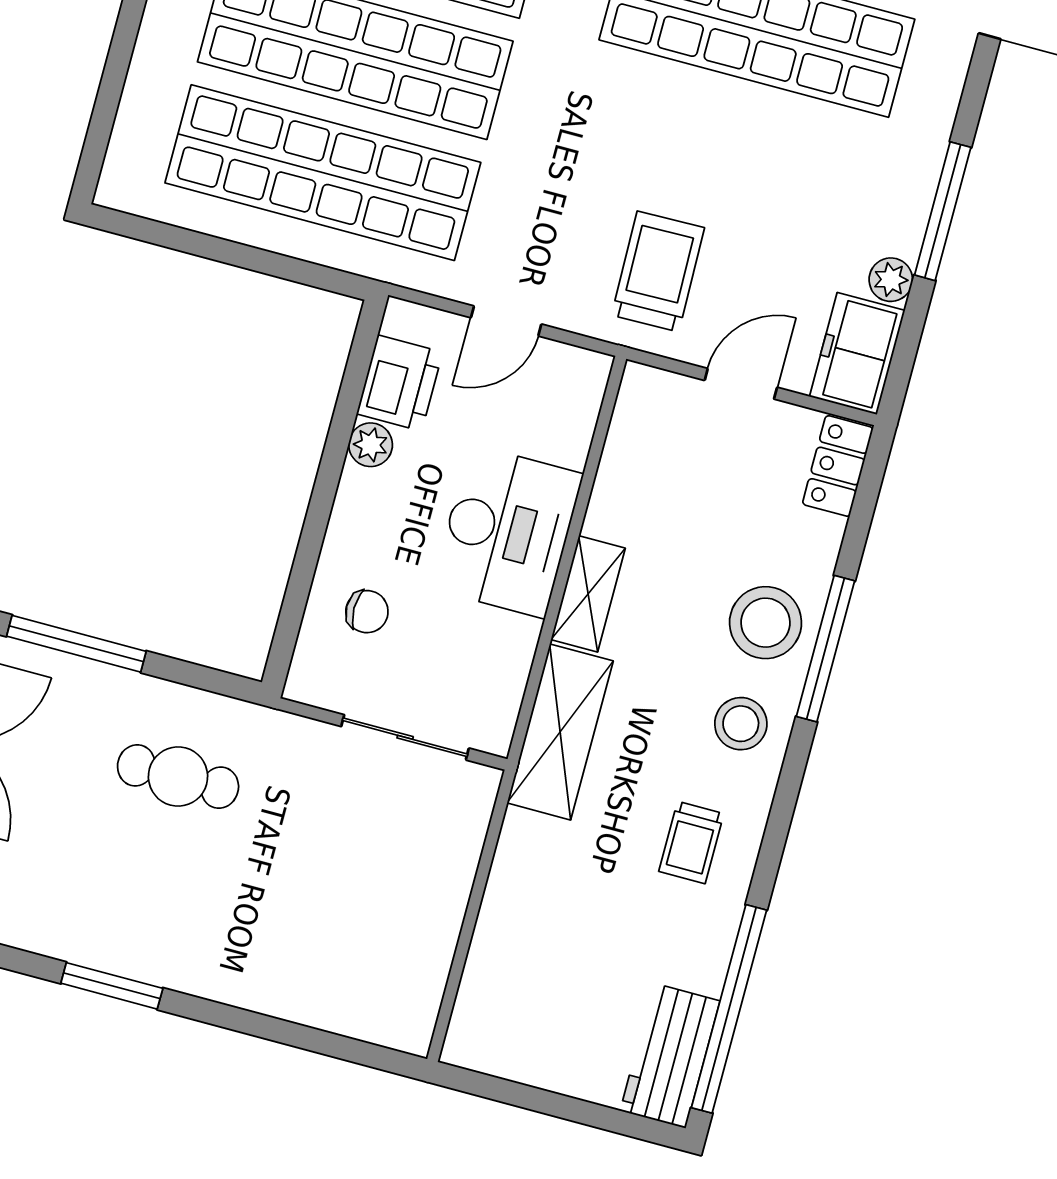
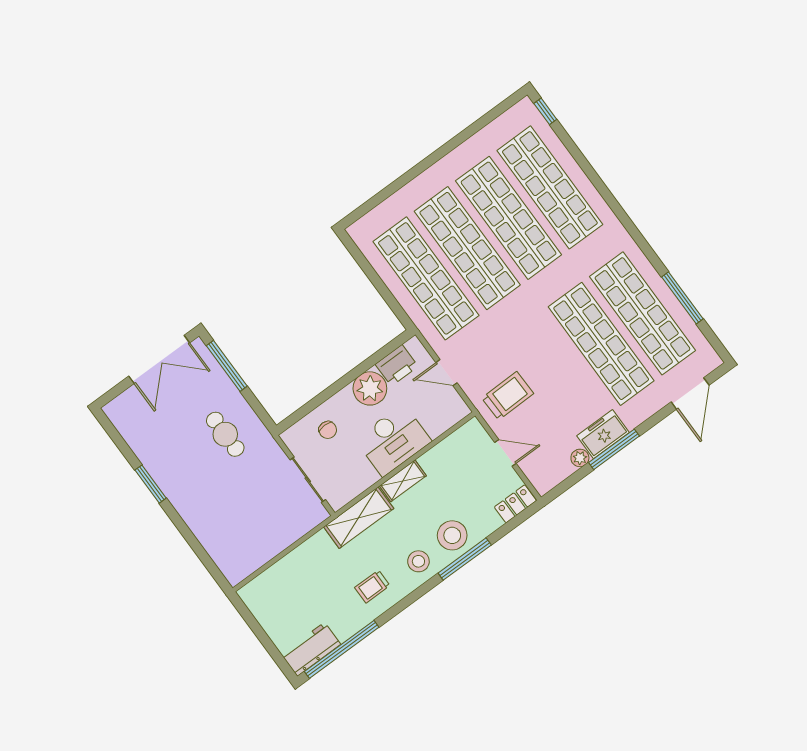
freezer: (857, 354) -> (603, 434), moved
plant: (371, 445) -> (370, 388), width x1.88, depth x1.88

